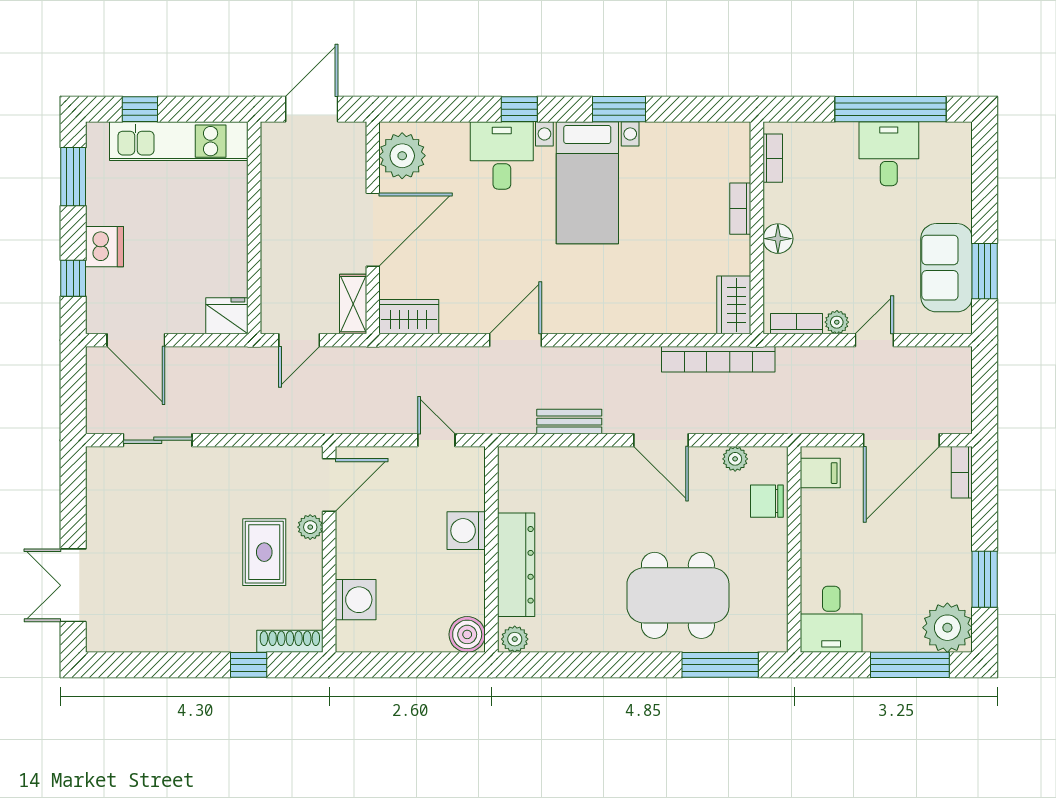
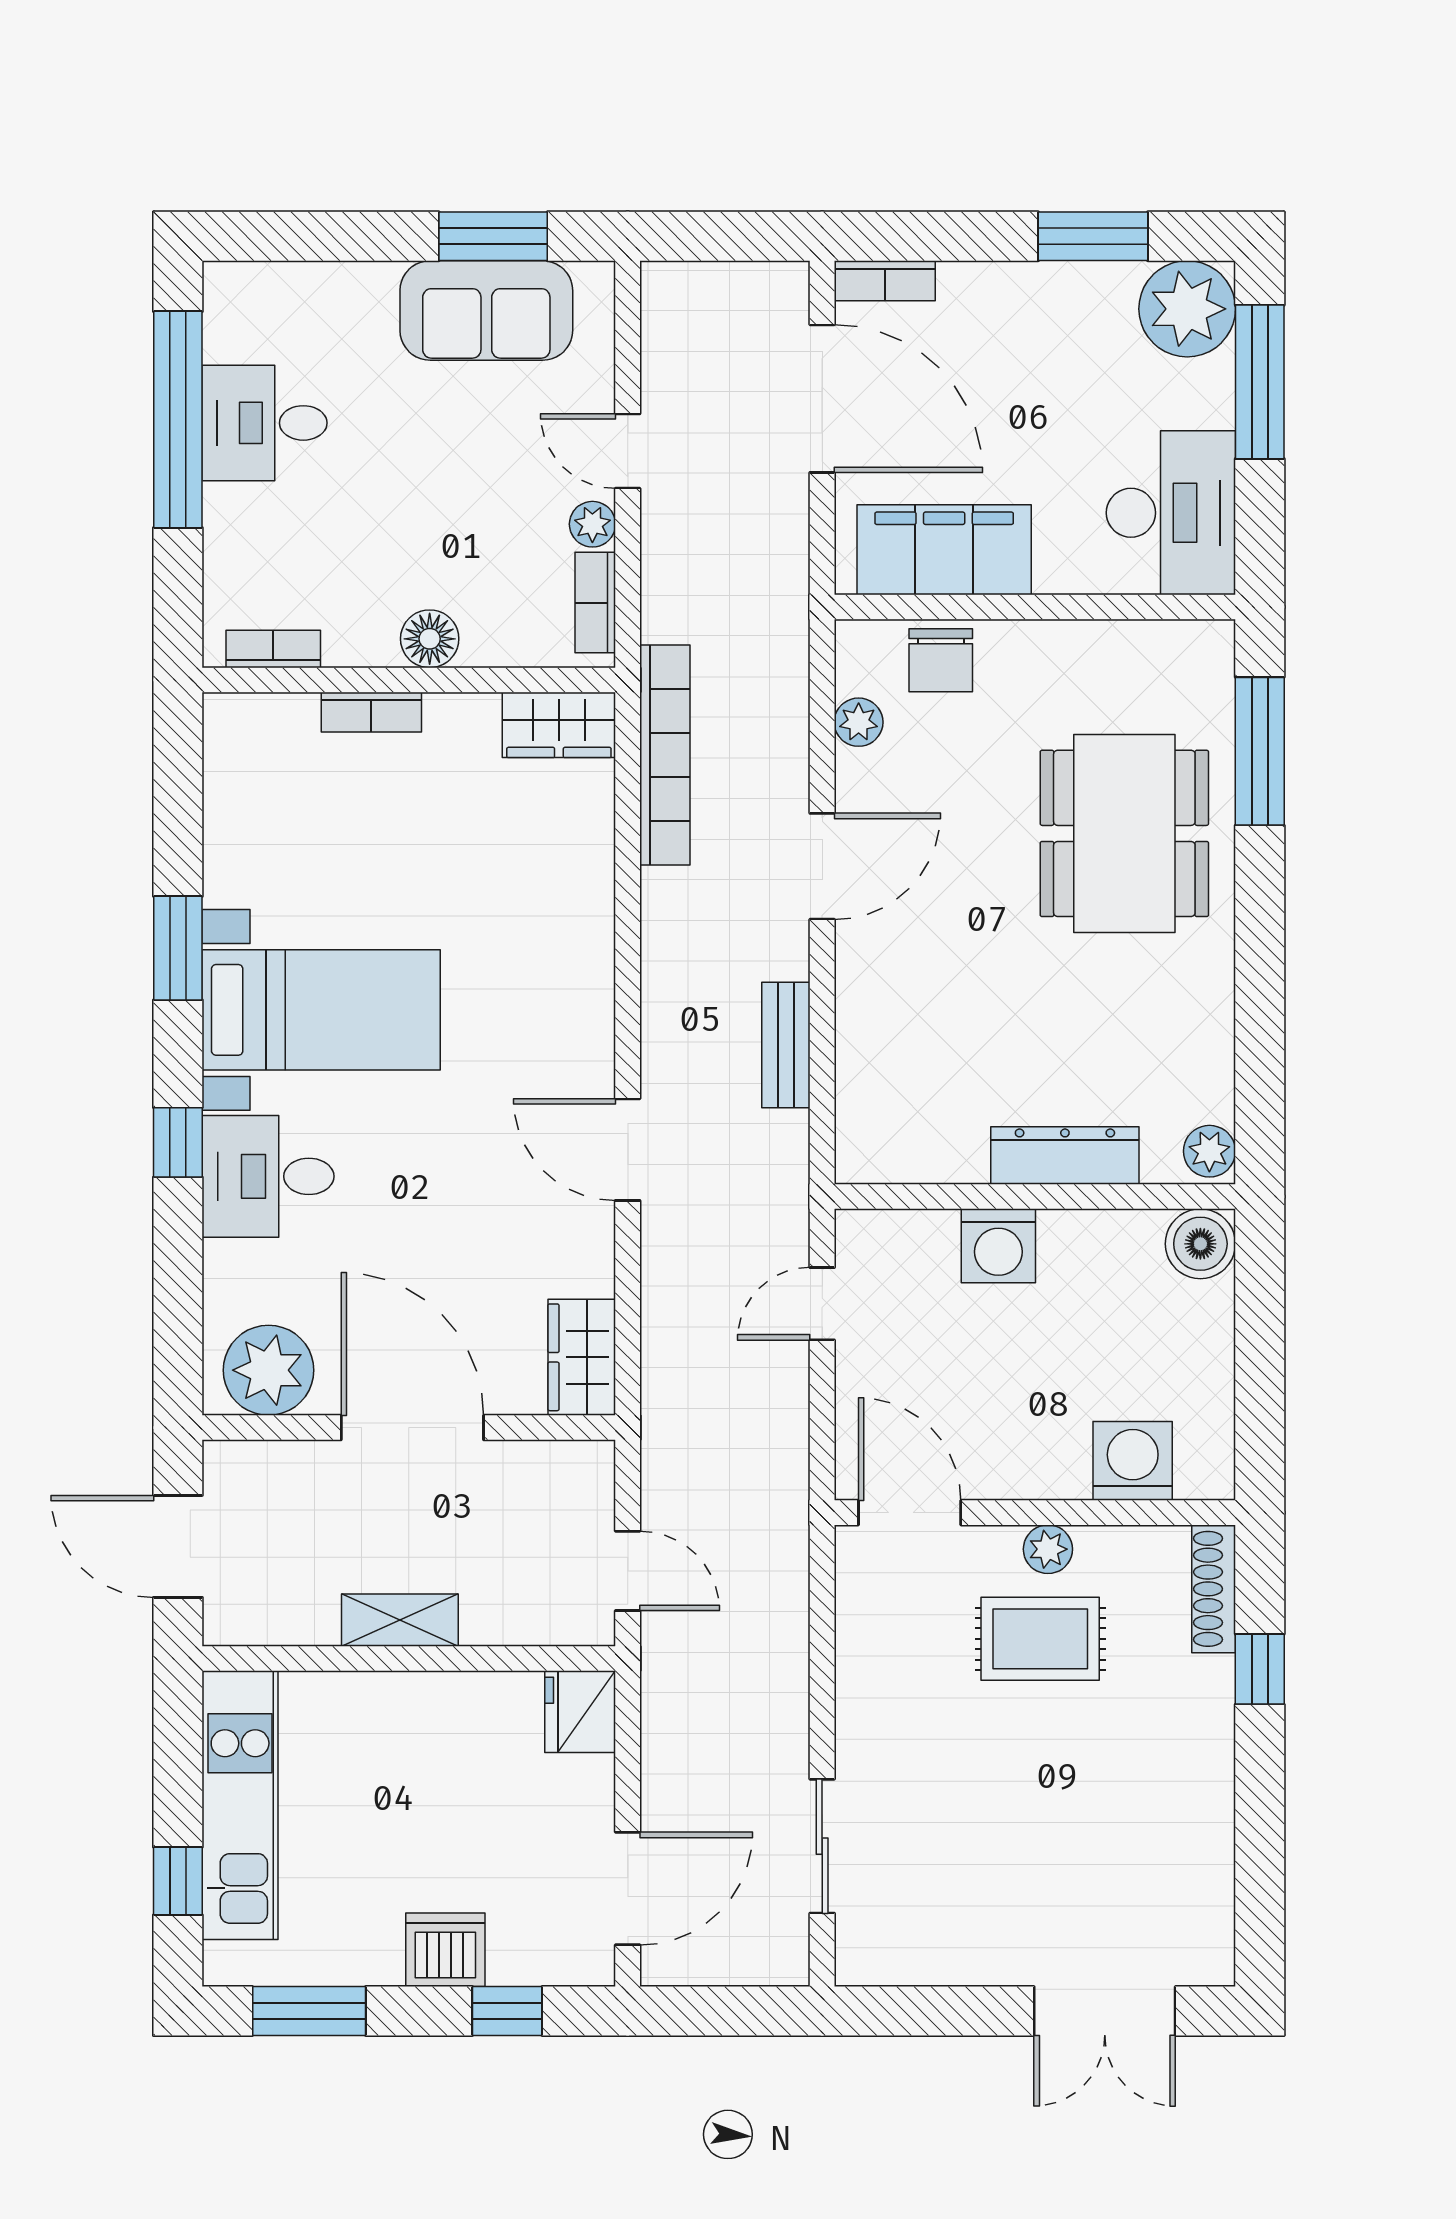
shelving: (353, 304) -> (400, 1620), moved
filing cabinet: (820, 473) -> (944, 550), width x3.00, depth x1.17
plant: (310, 527) -> (1048, 1549), moved
dresser: (516, 565) -> (1065, 1155), width x0.73, depth x0.80
desk: (831, 619) -> (1171, 513), width x1.37

